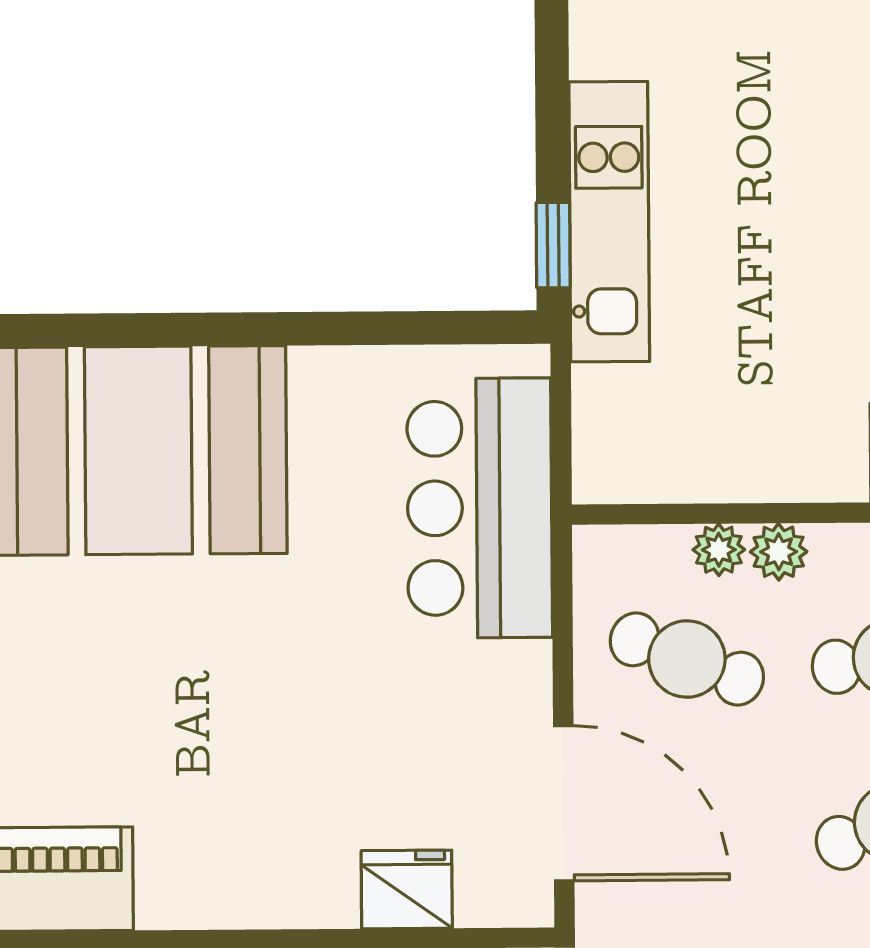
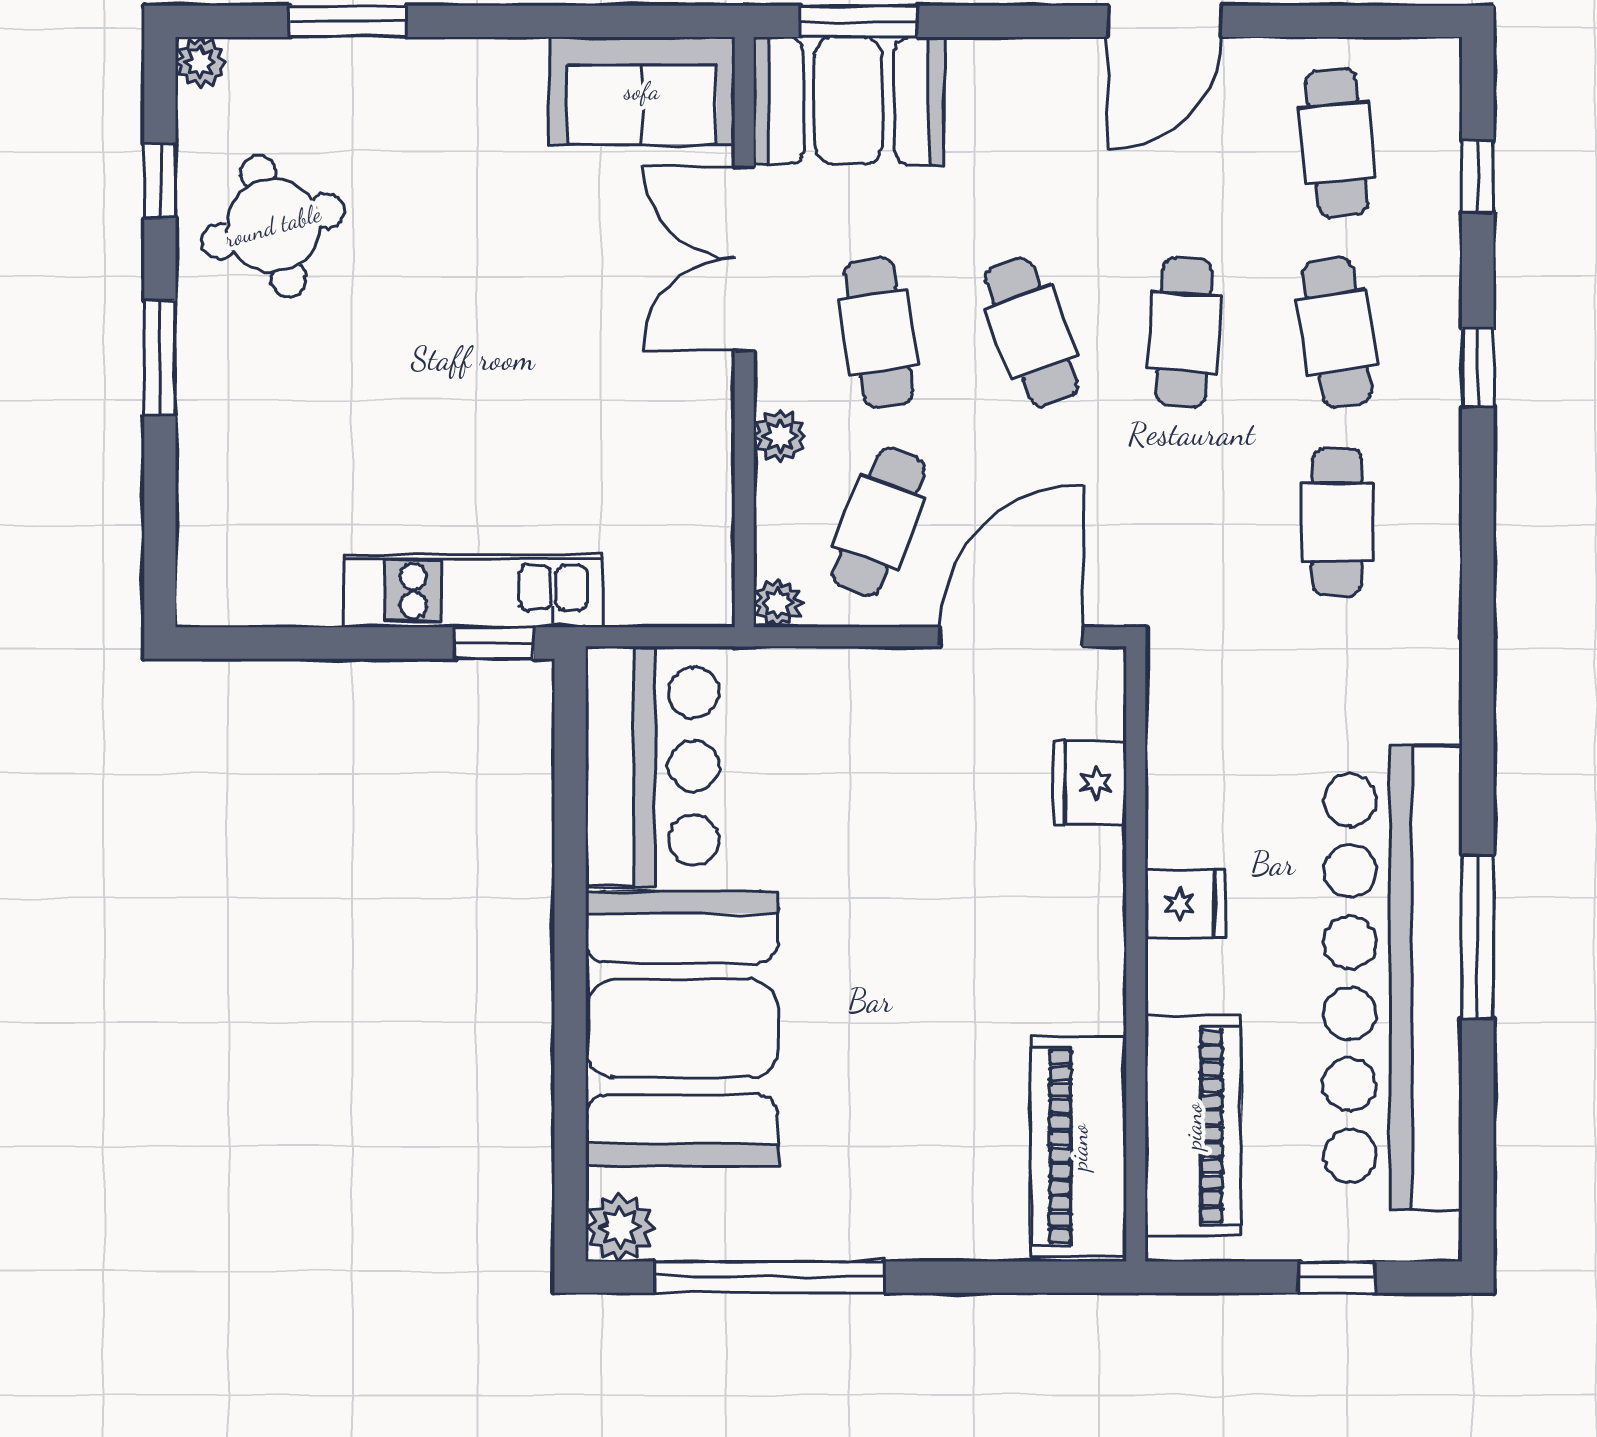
bar counter: (480, 508) -> (652, 766), moved, turned -90
plant: (719, 550) -> (778, 603), moved

